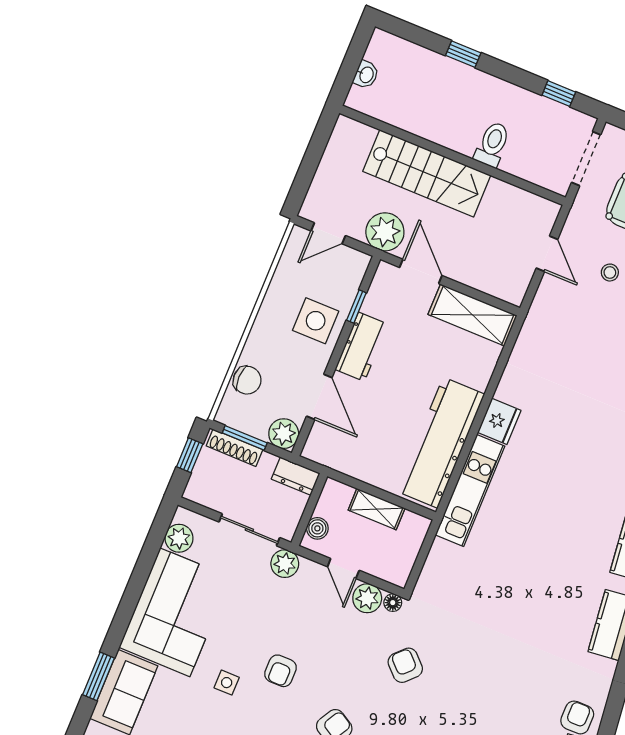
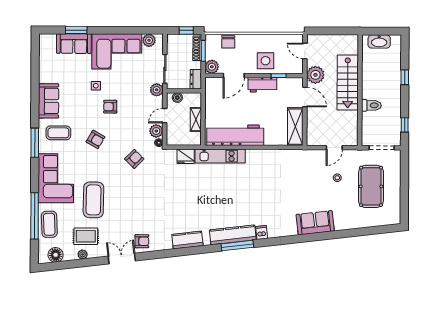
washbasin: (366, 75) -> (379, 41), width x1.91, depth x1.45
door: (421, 271) -> (305, 97), hinge flipped
fridge: (499, 421) -> (186, 156), moved

